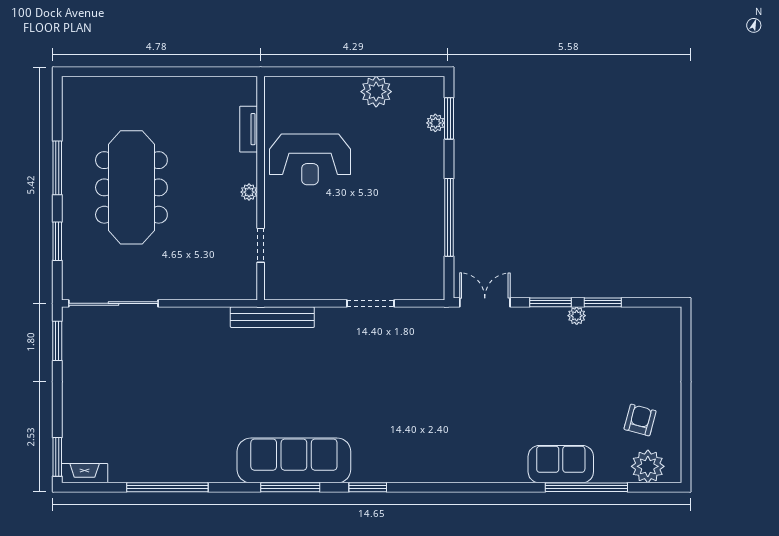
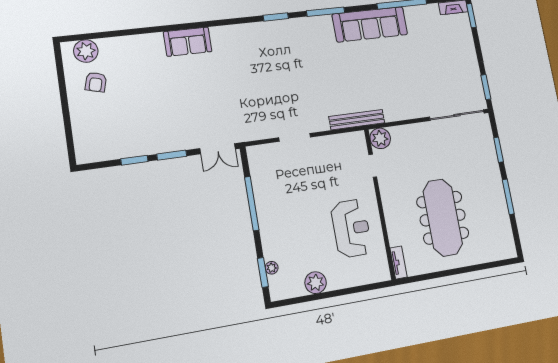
tv unit: (249, 129) -> (399, 262), moved
reception desk: (310, 159) -> (351, 228), turned 90
meeting table: (131, 187) -> (443, 218), moved
plant: (249, 192) -> (380, 138), moved, width x1.87, depth x1.87
plant: (577, 316) -> (152, 148), removed
sofa: (294, 460) -> (370, 24), moved
sofa: (561, 464) -> (188, 42), moved
window: (586, 487) -> (128, 32), removed

